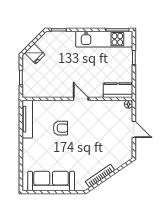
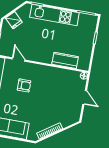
kitchen unit: (104, 39) -> (54, 15), moved
kitchen counter: (118, 90) -> (65, 60), moved
door: (81, 99) -> (19, 59), moved

